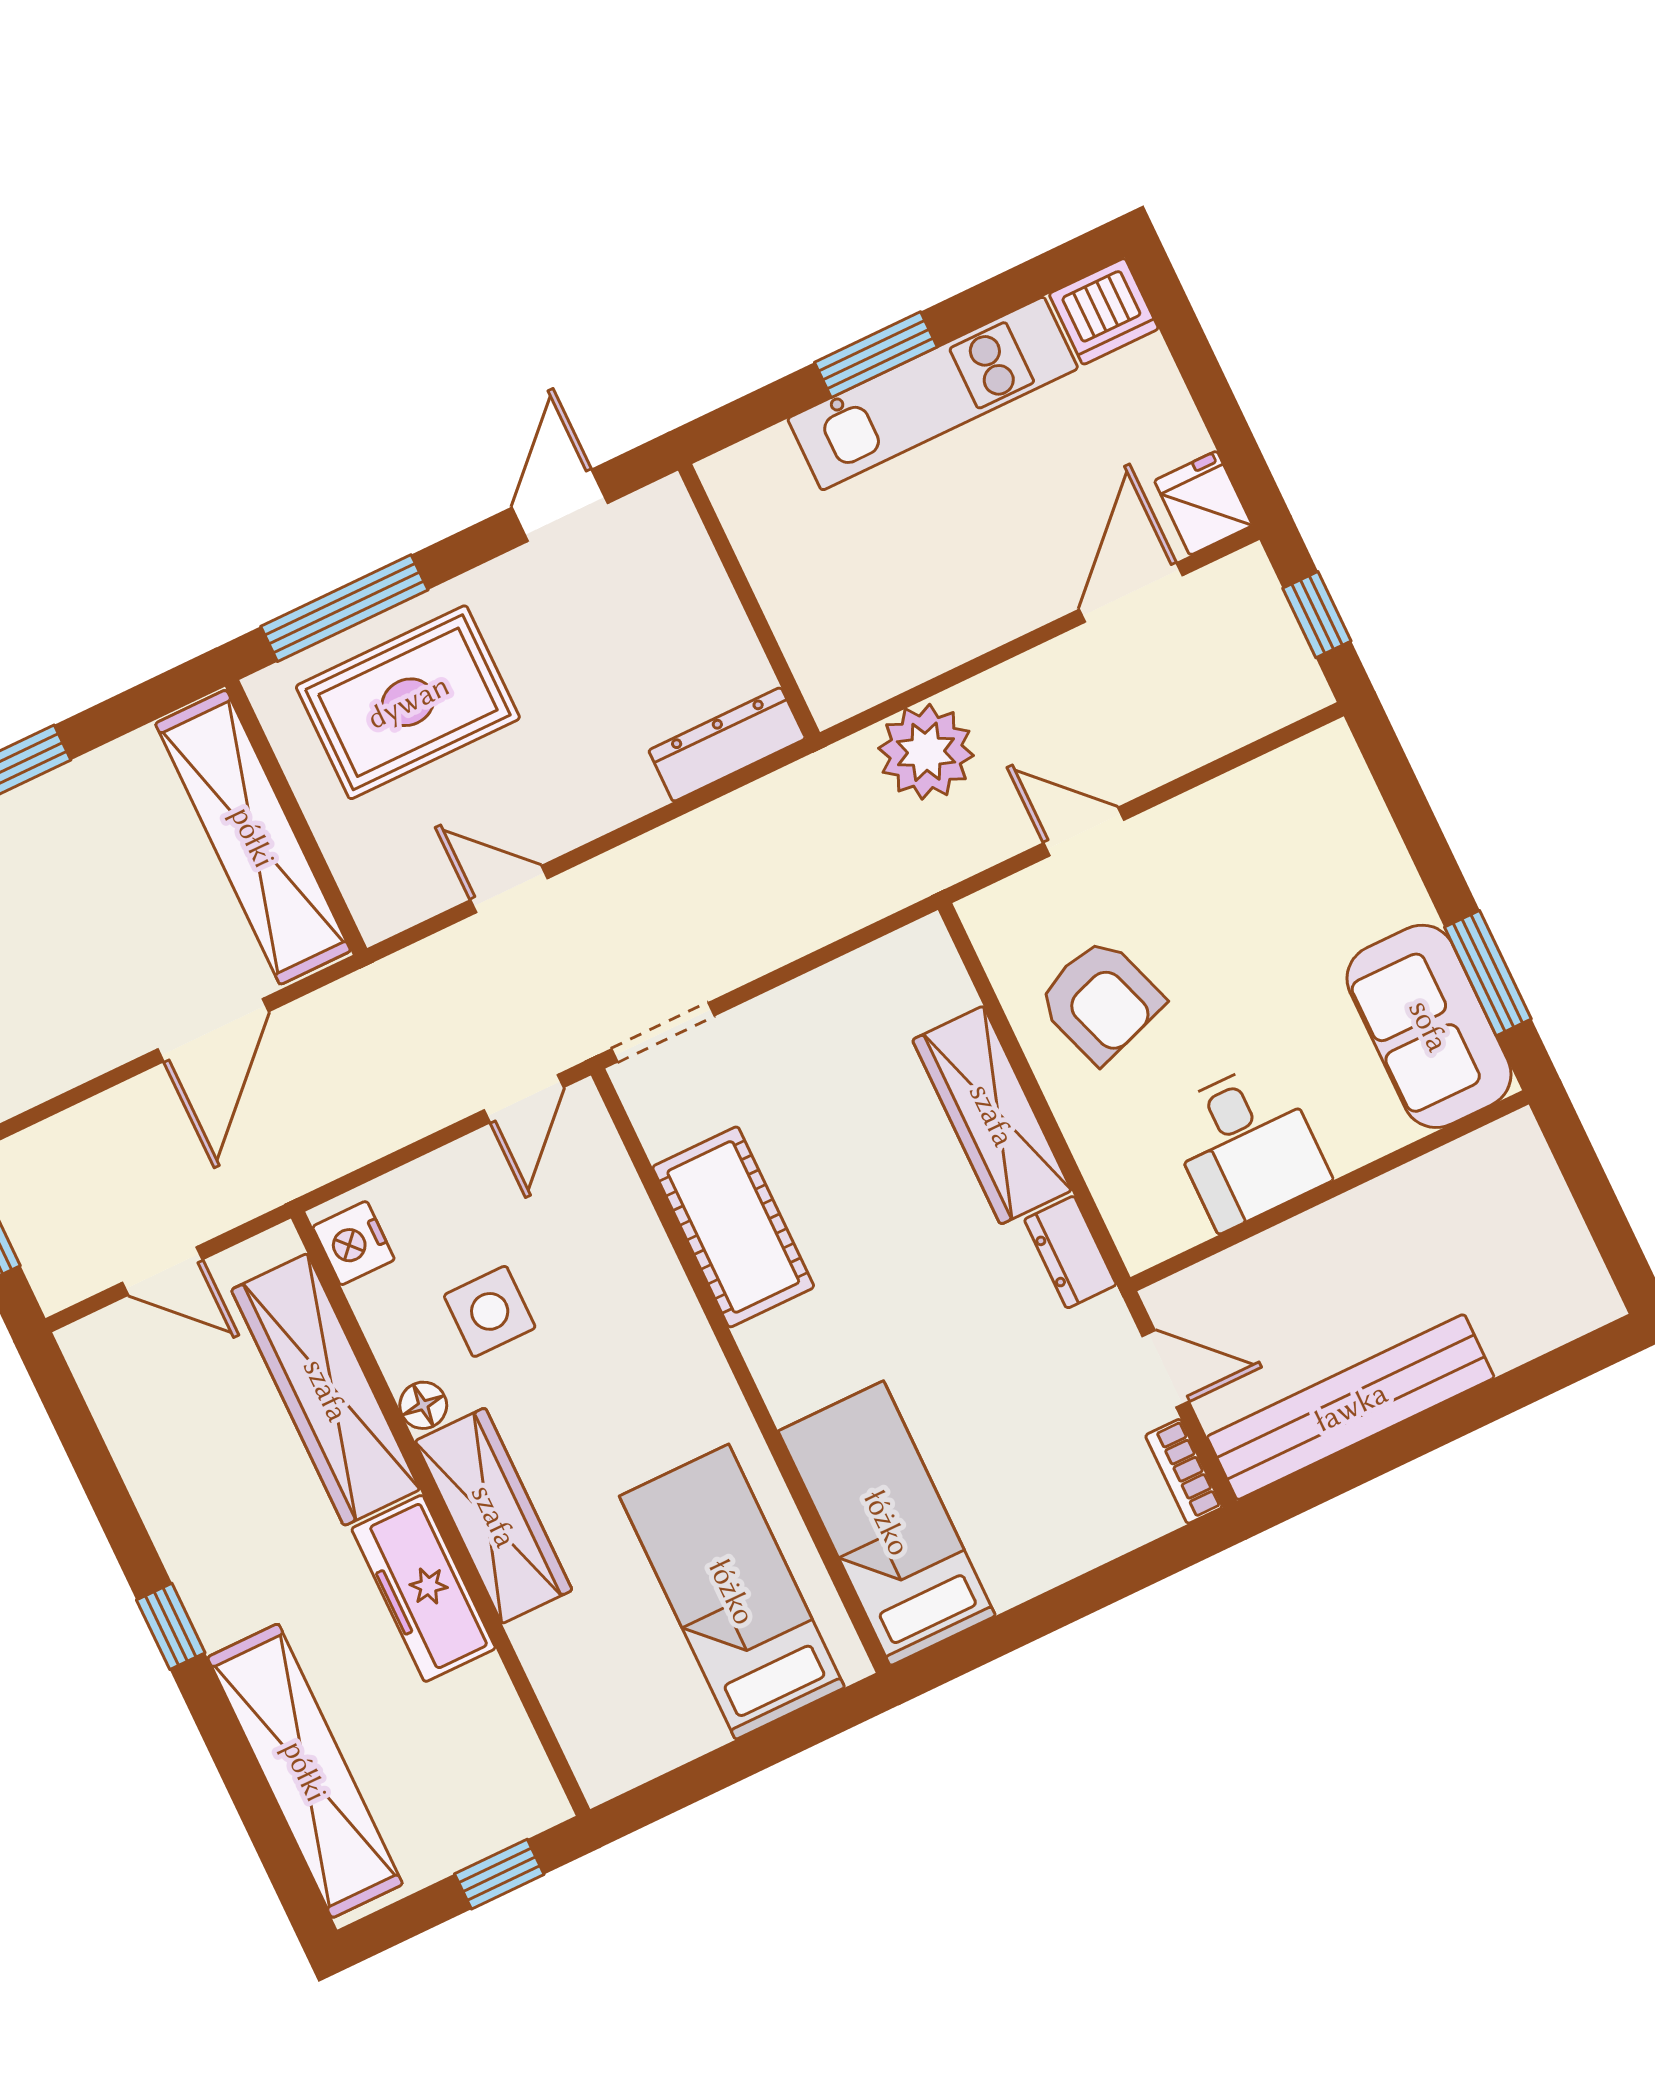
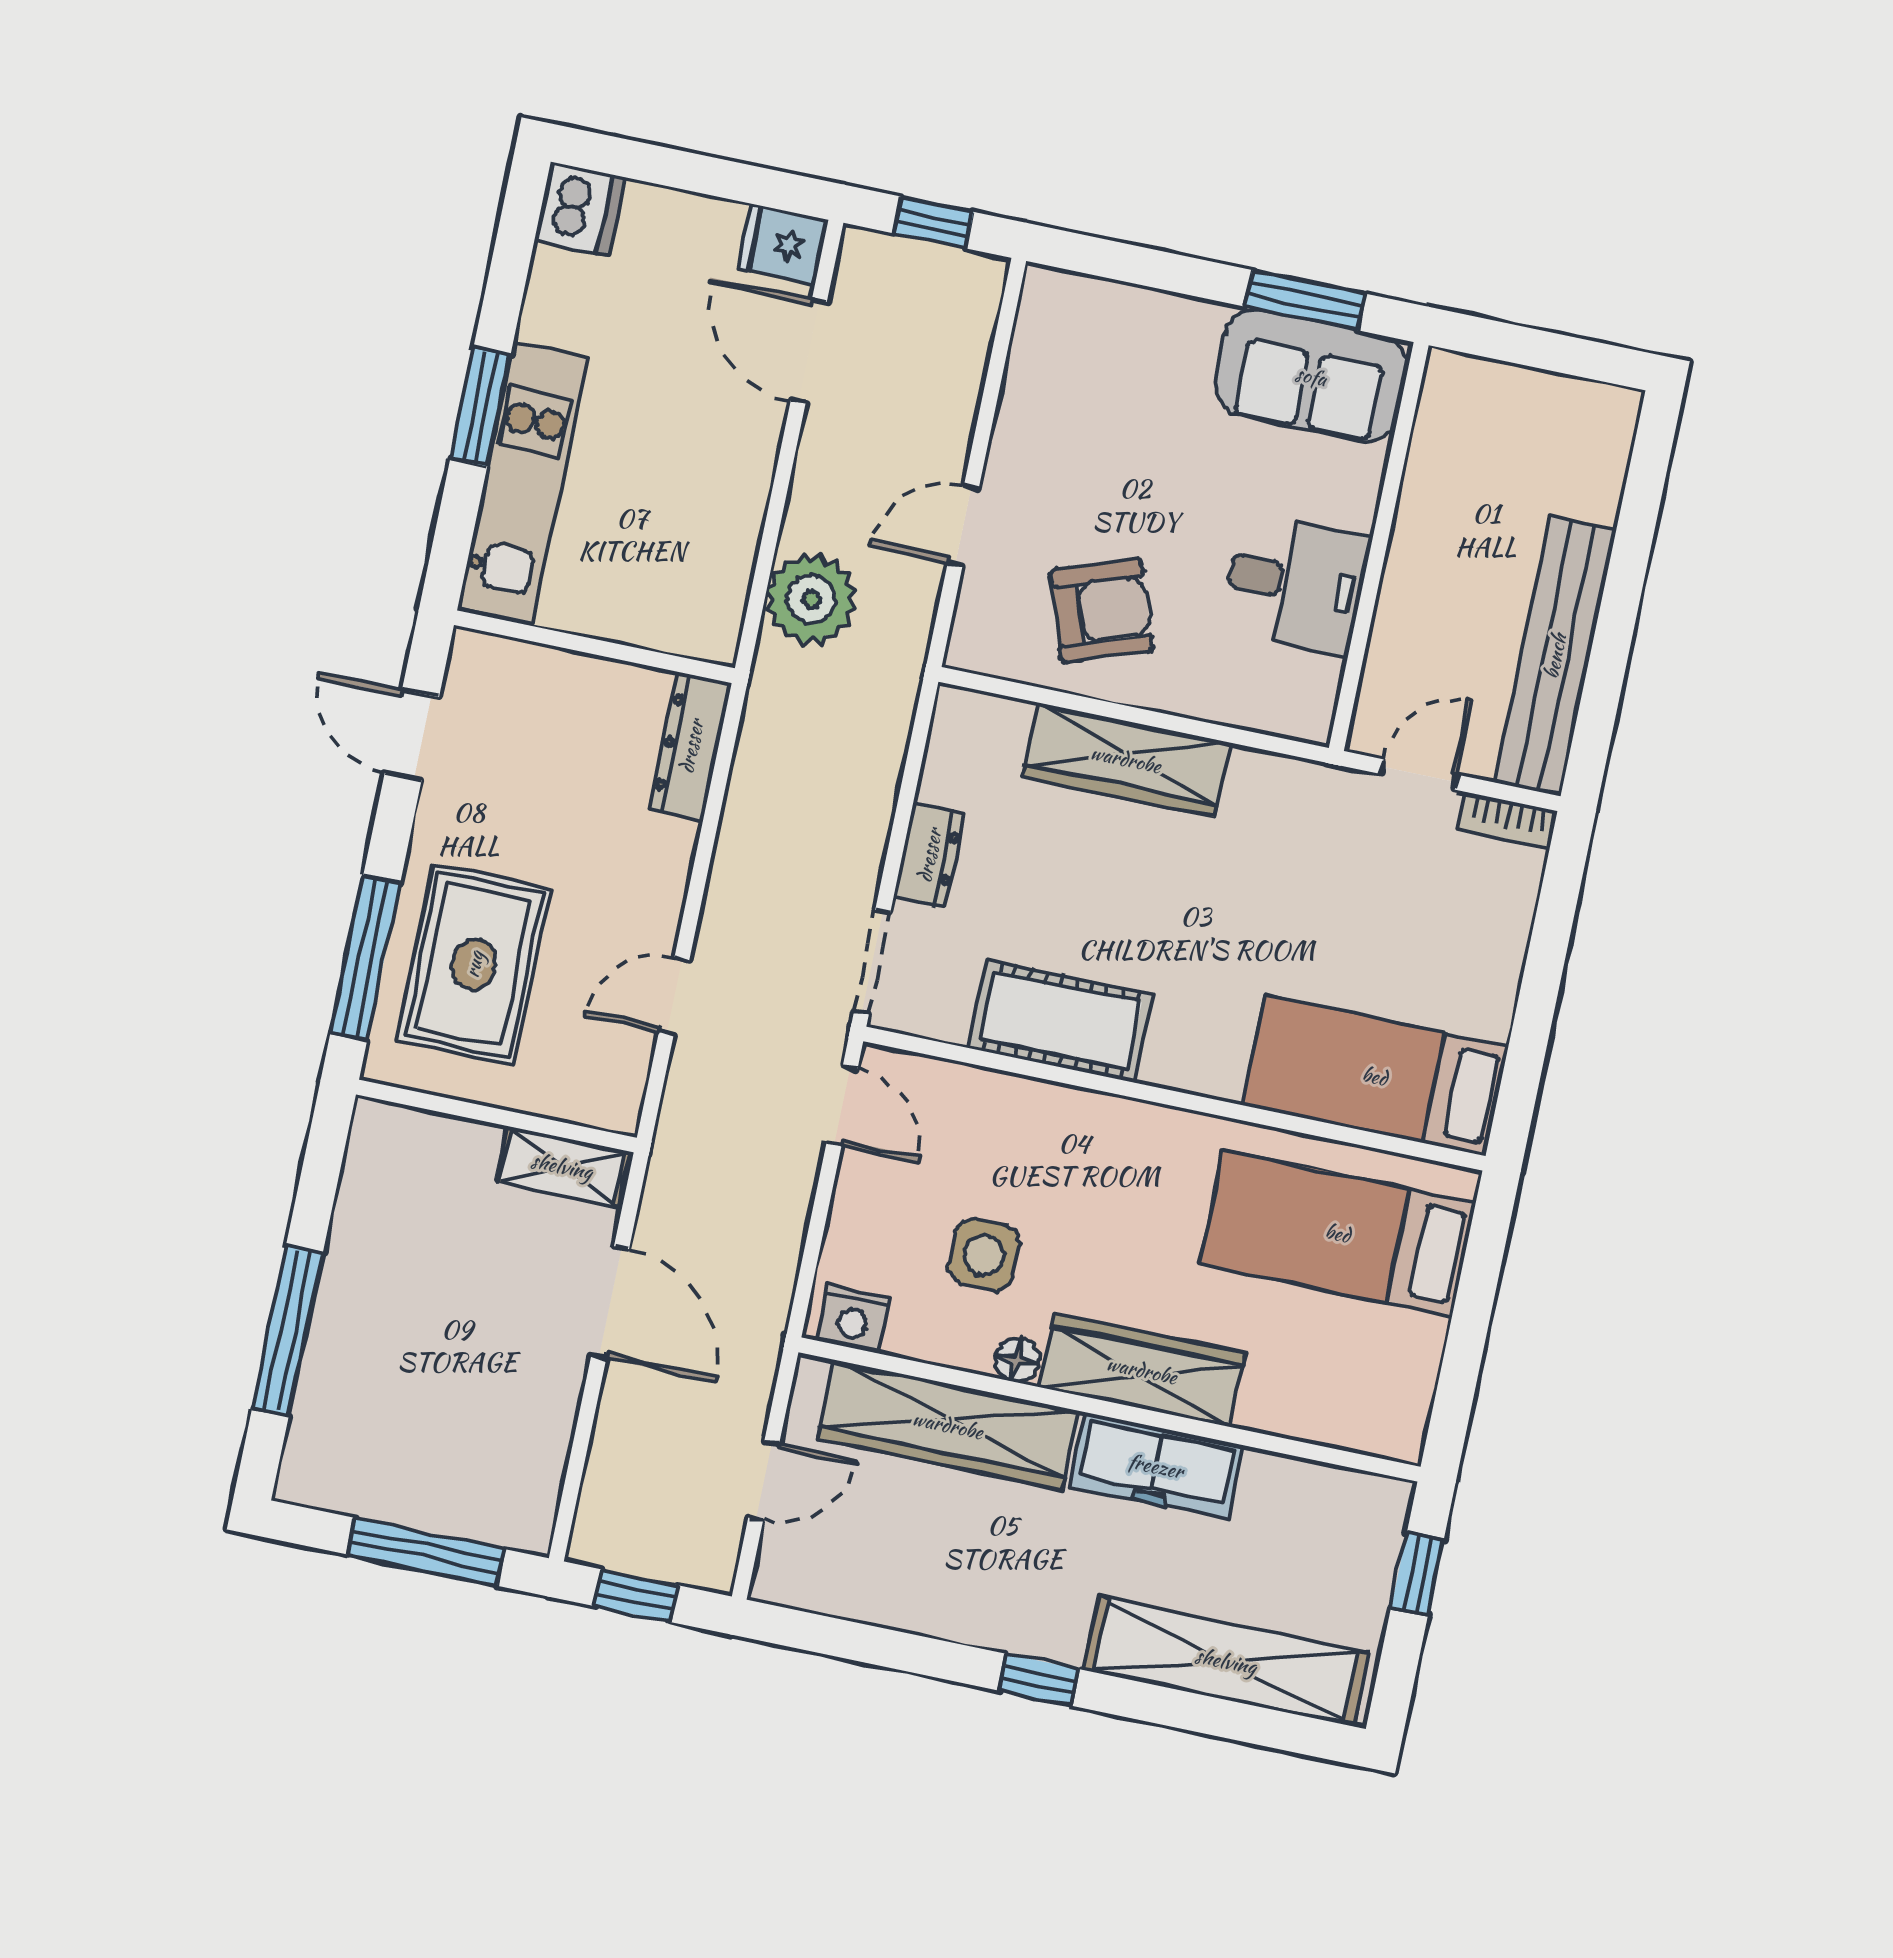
kitchen unit: (933, 394) -> (523, 483), moved
shelving: (253, 837) -> (562, 1166), width x0.45, depth x0.75
dresser: (1070, 1252) -> (929, 855), moved, turned -90

